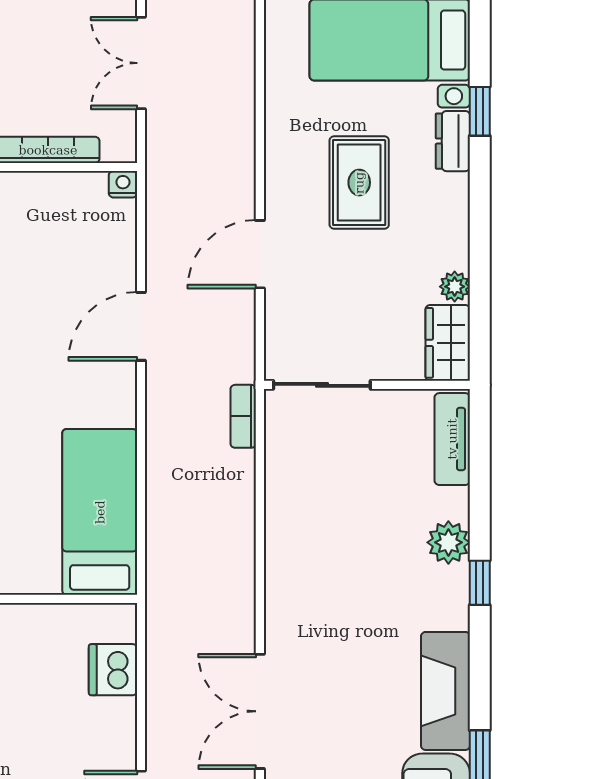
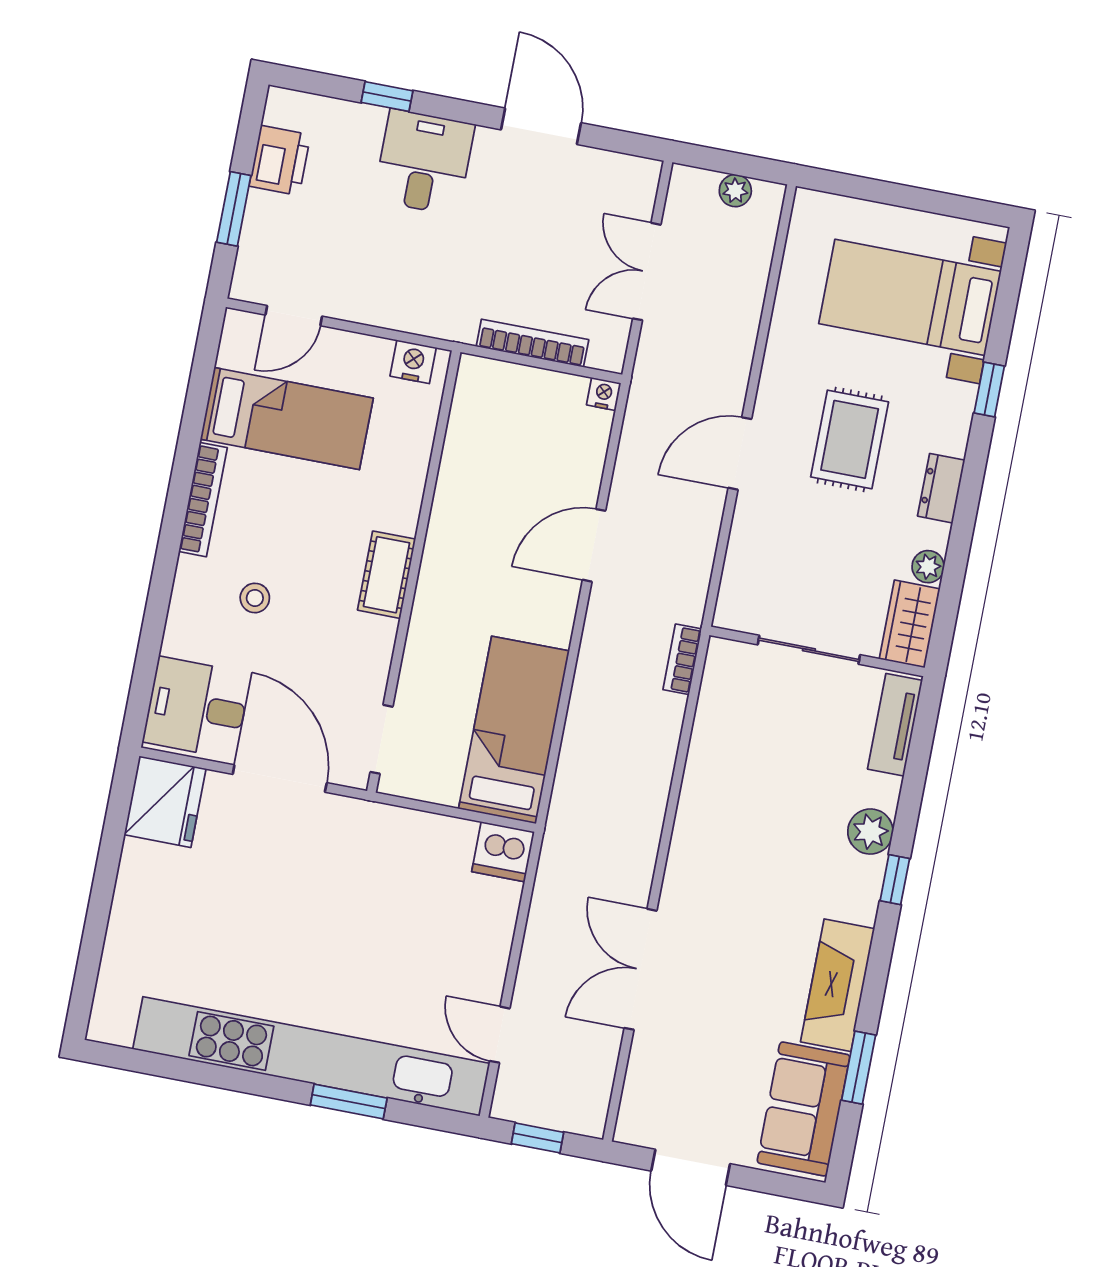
dresser: (453, 141) -> (941, 488), moved
door: (260, 254) -> (740, 453), moved
sliding door: (322, 385) -> (809, 650), moved
dishwasher: (113, 670) -> (503, 852), moved, turned -90

